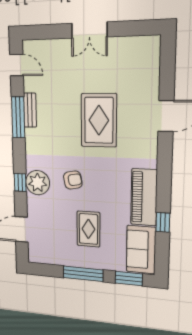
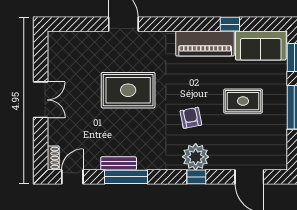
shoe rack: (33, 45) -> (53, 158), added

